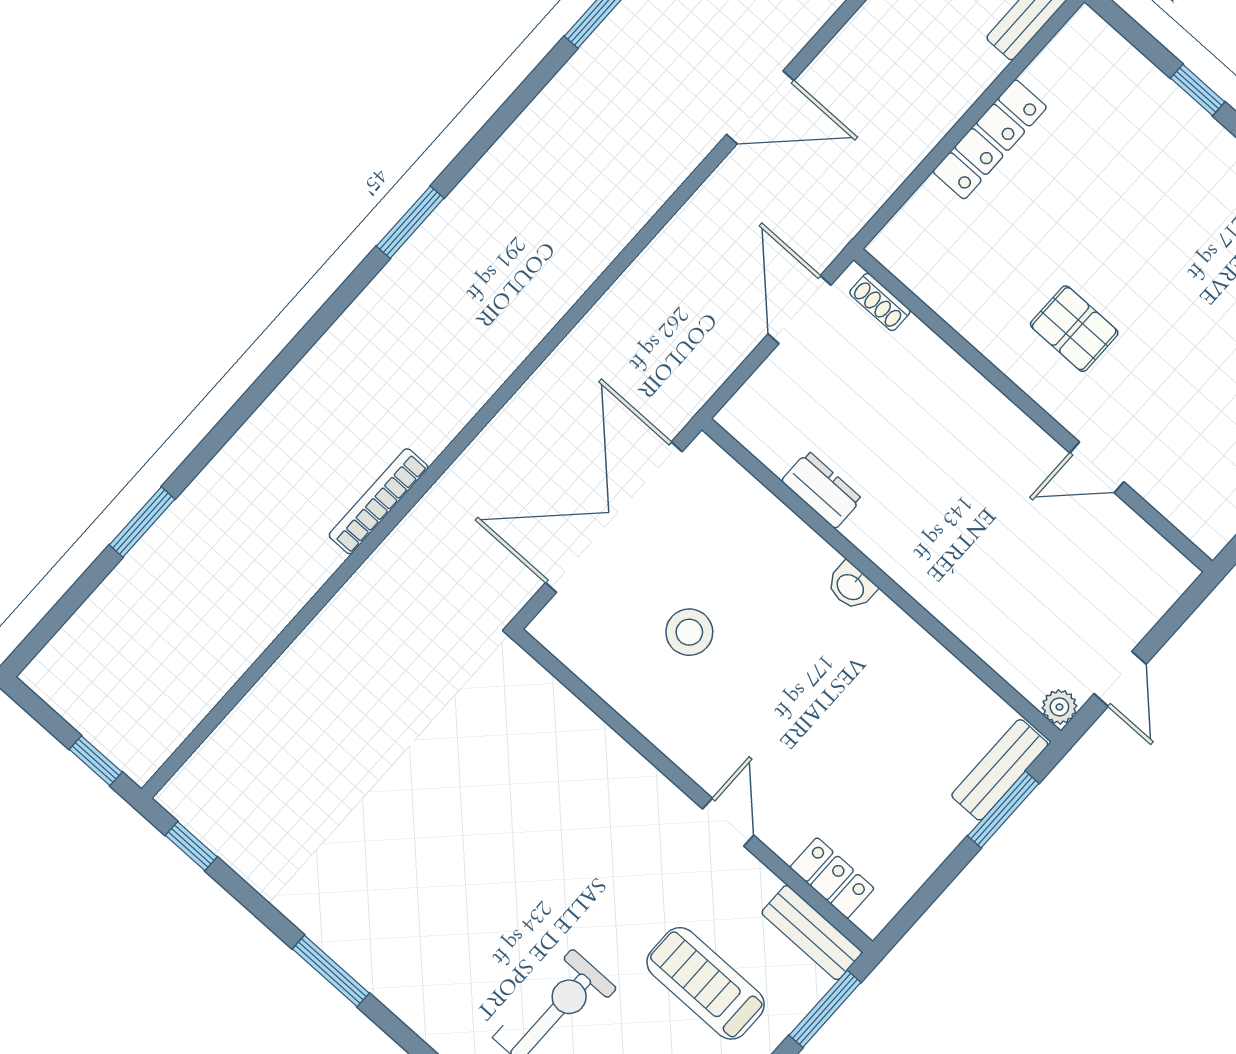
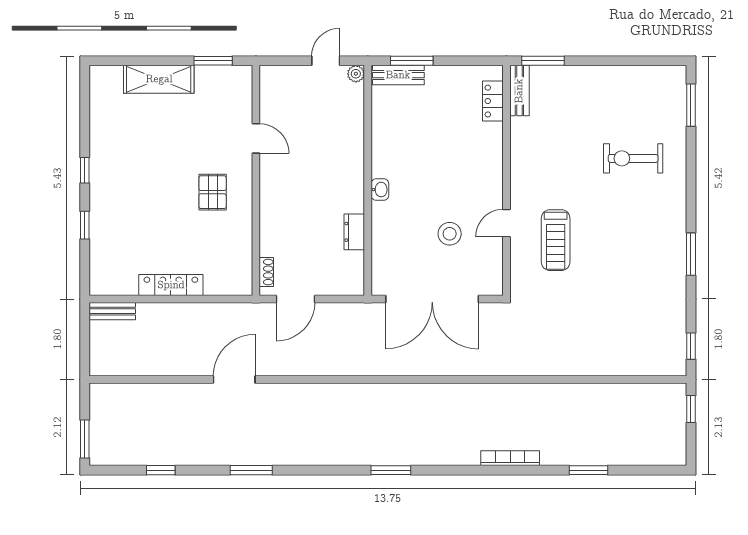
door: (760, 107) -> (234, 380), hinge flipped
bookcase: (378, 501) -> (510, 458), moved, turned 180
door: (728, 822) -> (506, 223), moved
treadmill: (706, 983) -> (556, 240), moved

